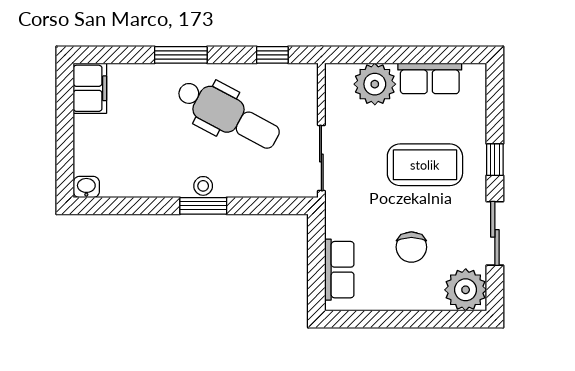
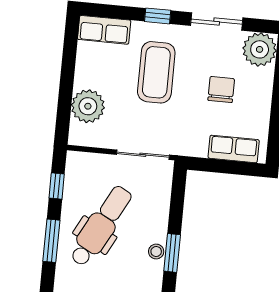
window: (181, 55) -> (51, 241), moved
row of seats: (430, 78) -> (104, 30), moved, turned 90
chair: (411, 247) -> (221, 90), turned -90

